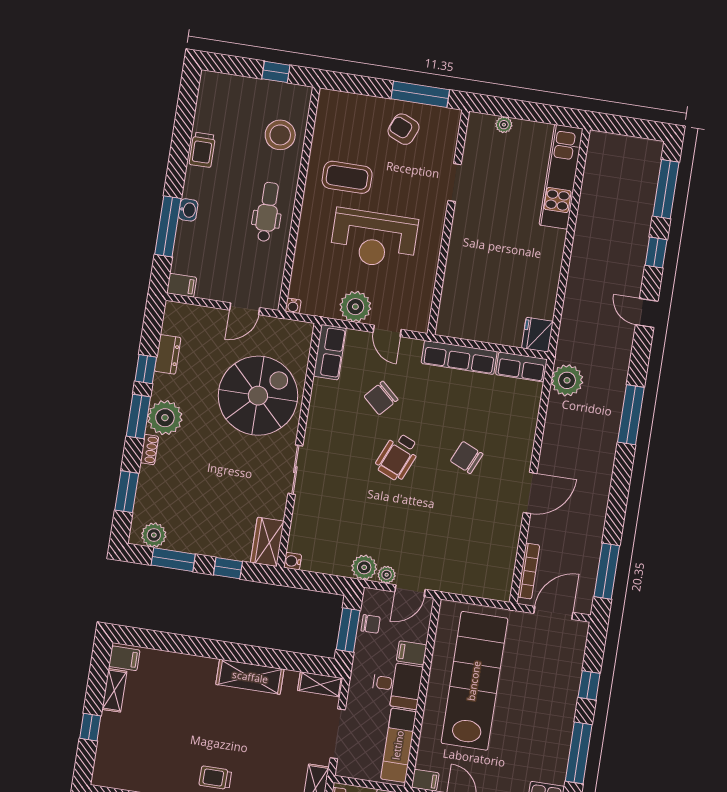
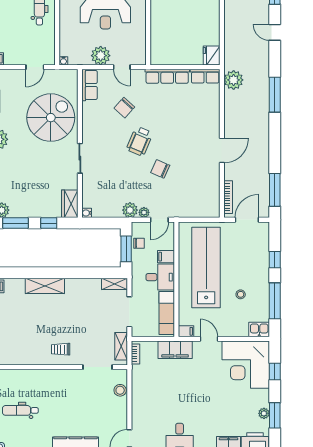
chair: (467, 458) -> (160, 169), moved
shelving: (250, 677) -> (45, 286), moved
stool: (524, 734) -> (241, 294), added

